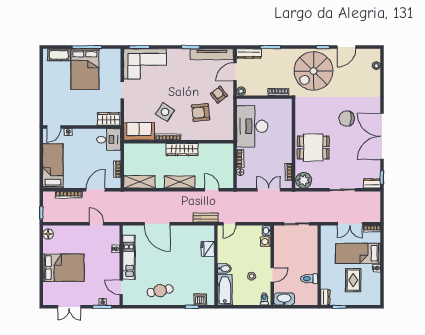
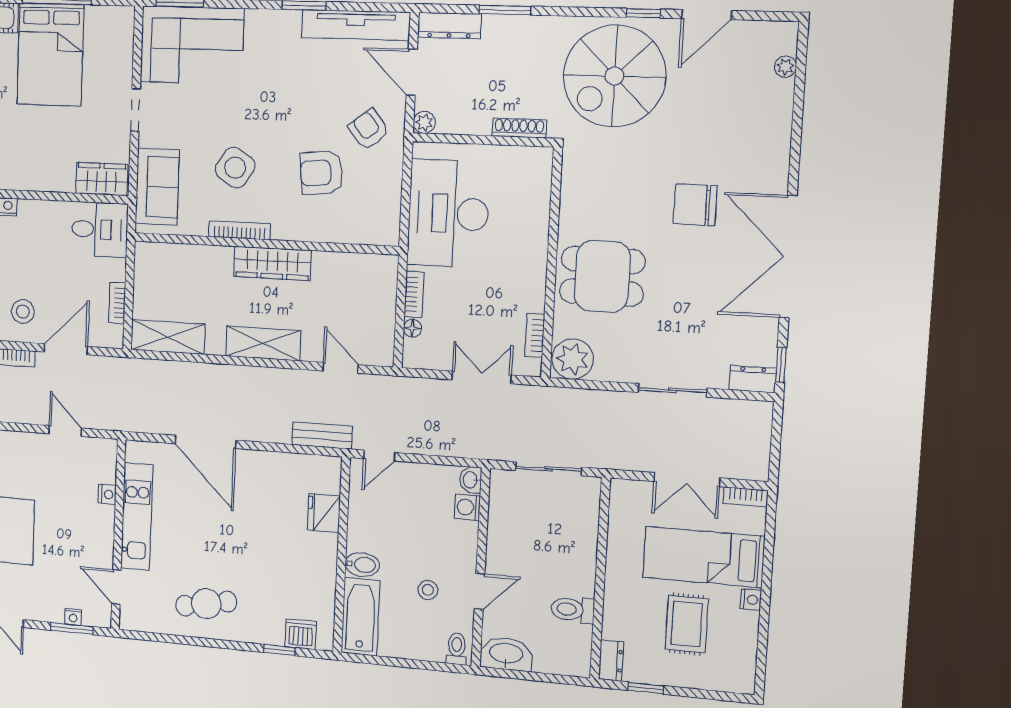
door: (235, 72) -> (412, 72), hinge flipped
sofa: (139, 131) -> (157, 187), moved, turned 90
stool: (76, 175) -> (23, 311), added

